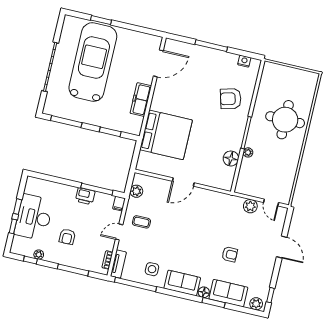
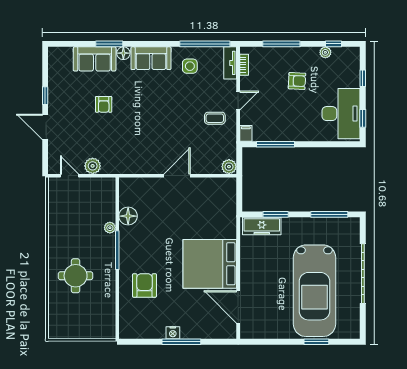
nightstand: (244, 61) -> (173, 333), moved
door: (158, 63) -> (238, 307), hinge flipped
armchair: (231, 99) -> (144, 285), turned -75
freezer: (141, 100) -> (262, 226), moved, turned 90
round table: (285, 120) -> (76, 276), width x0.73, depth x0.73
bed: (166, 135) -> (210, 264), moved
plant: (136, 191) -> (229, 167), moved
printer: (85, 196) -> (287, 133), removed
window: (18, 207) -> (363, 118), moved
desk: (34, 217) -> (341, 114), moved
armchair: (67, 237) -> (297, 81), turned 93
armchair: (230, 254) -> (104, 104), turned -90
window: (270, 295) -> (45, 96), moved
plant: (256, 304) -> (59, 54), removed

